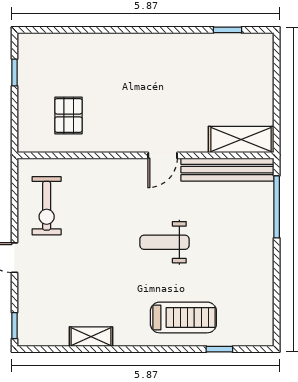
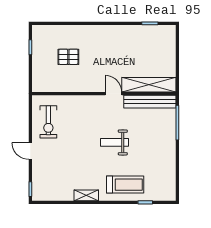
pallet: (68, 115) -> (68, 57), moved, turned 90
shelving: (241, 139) -> (149, 85), width x1.47
door: (163, 155) -> (113, 94), swing flipped
shelving: (91, 337) -> (86, 195), moved

